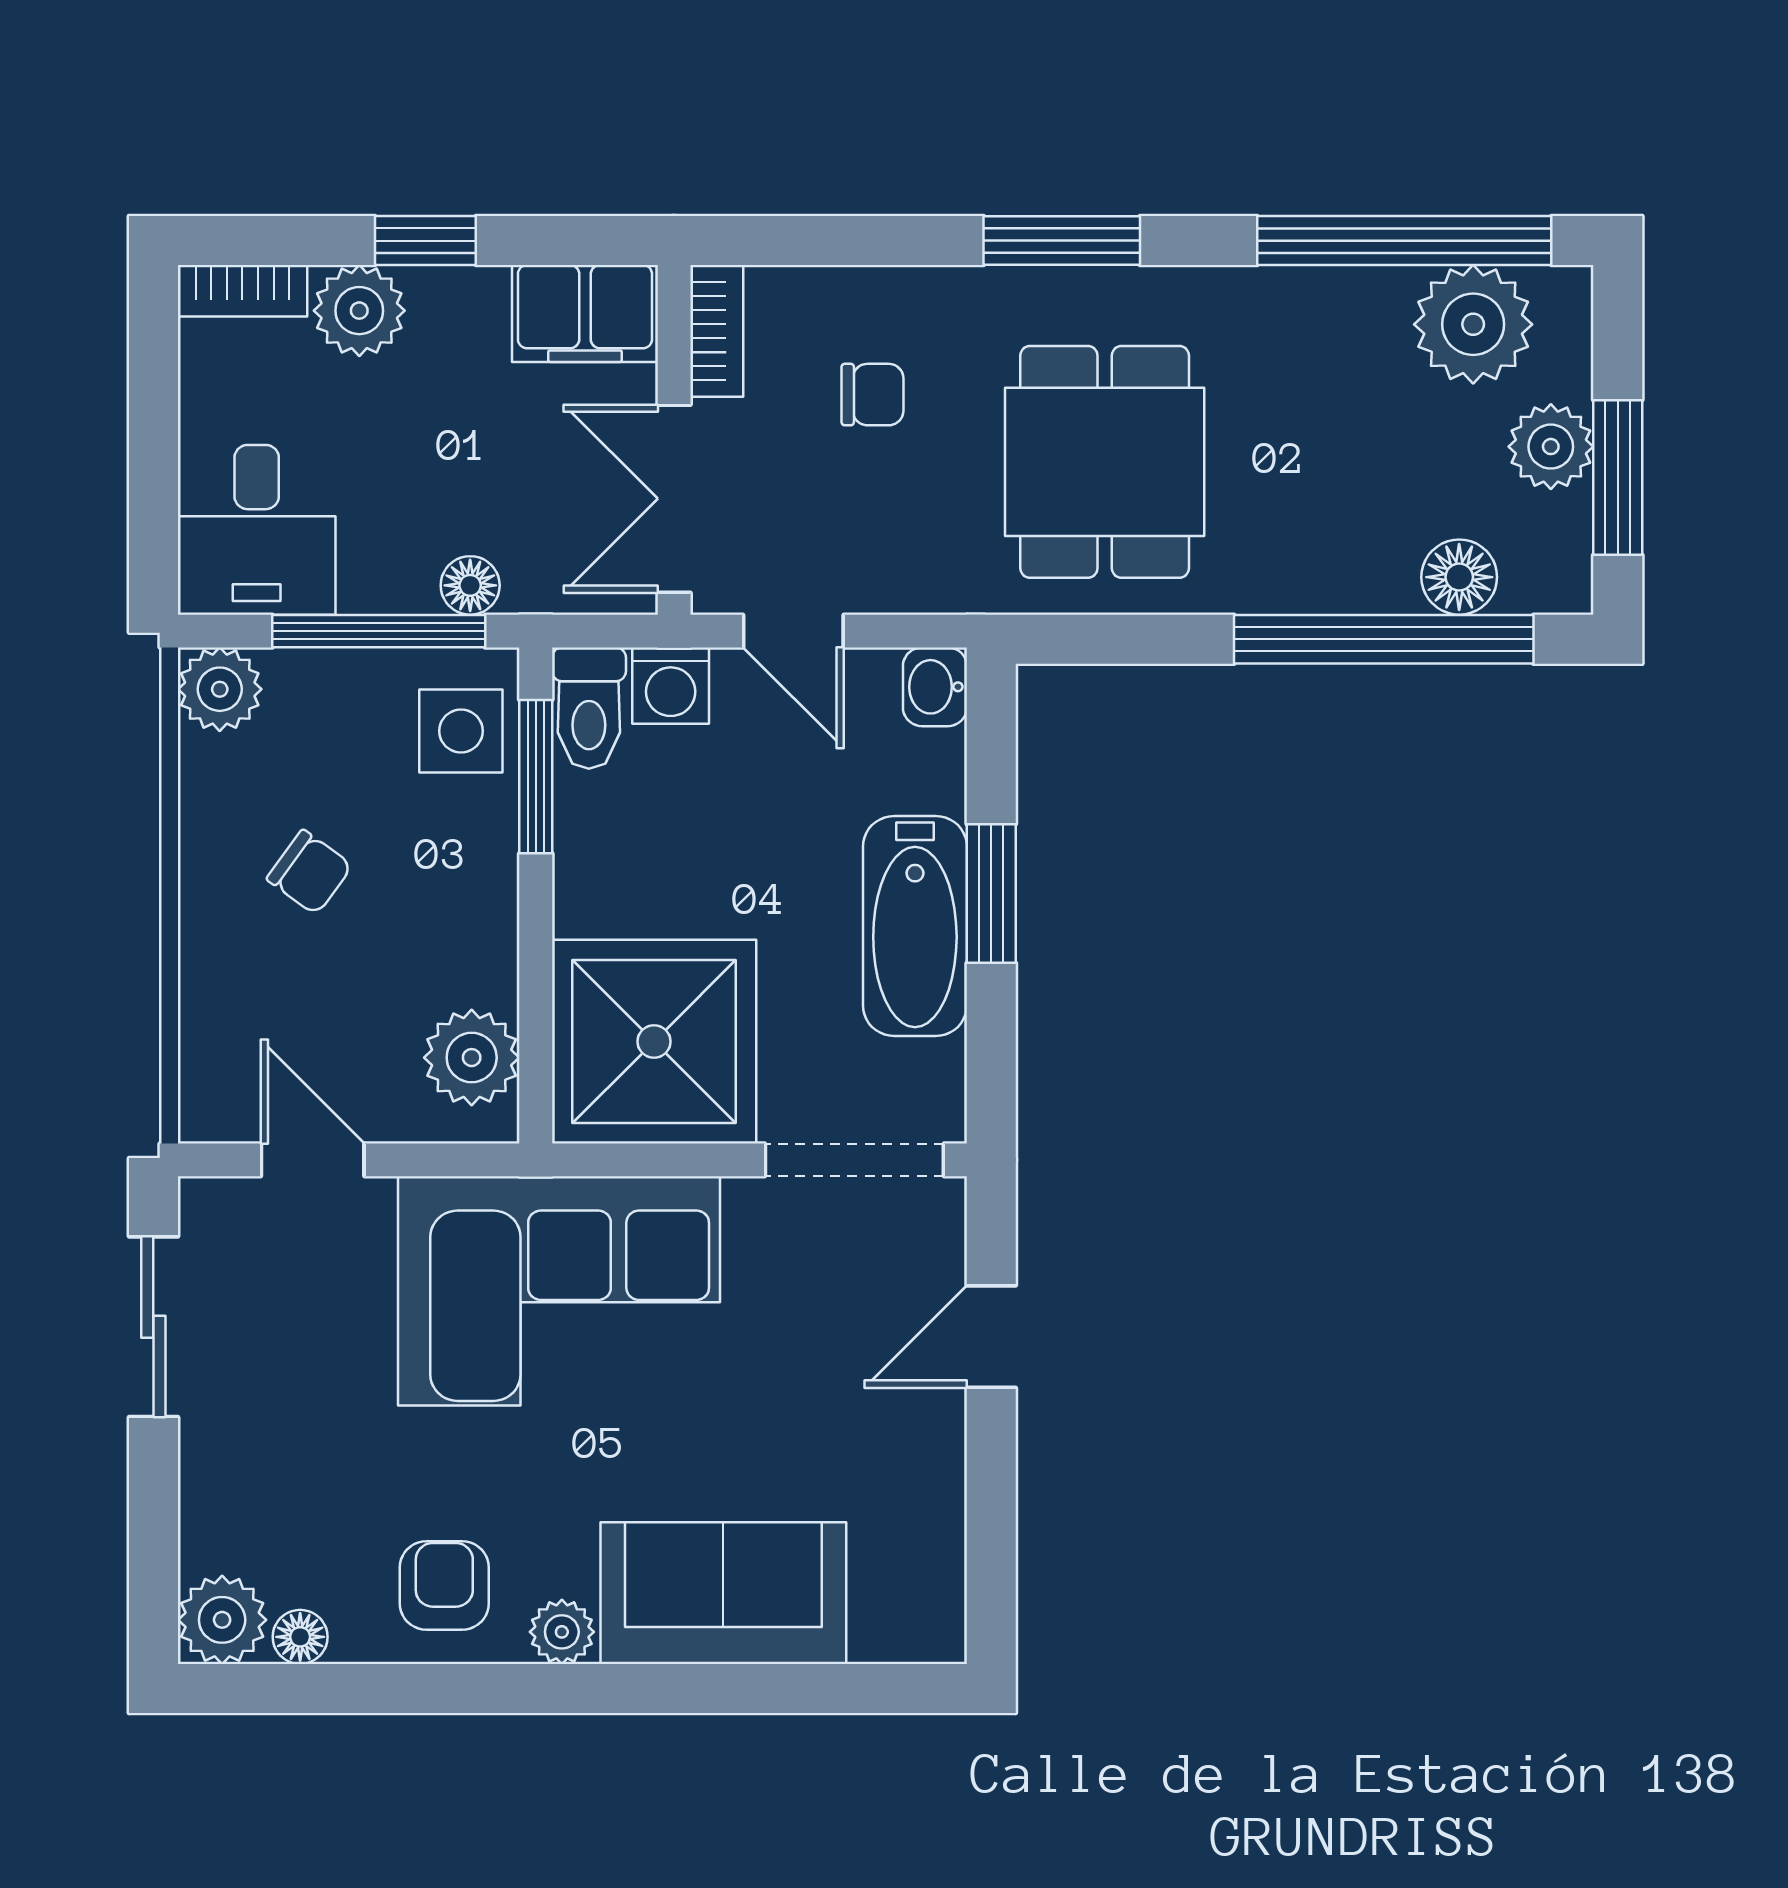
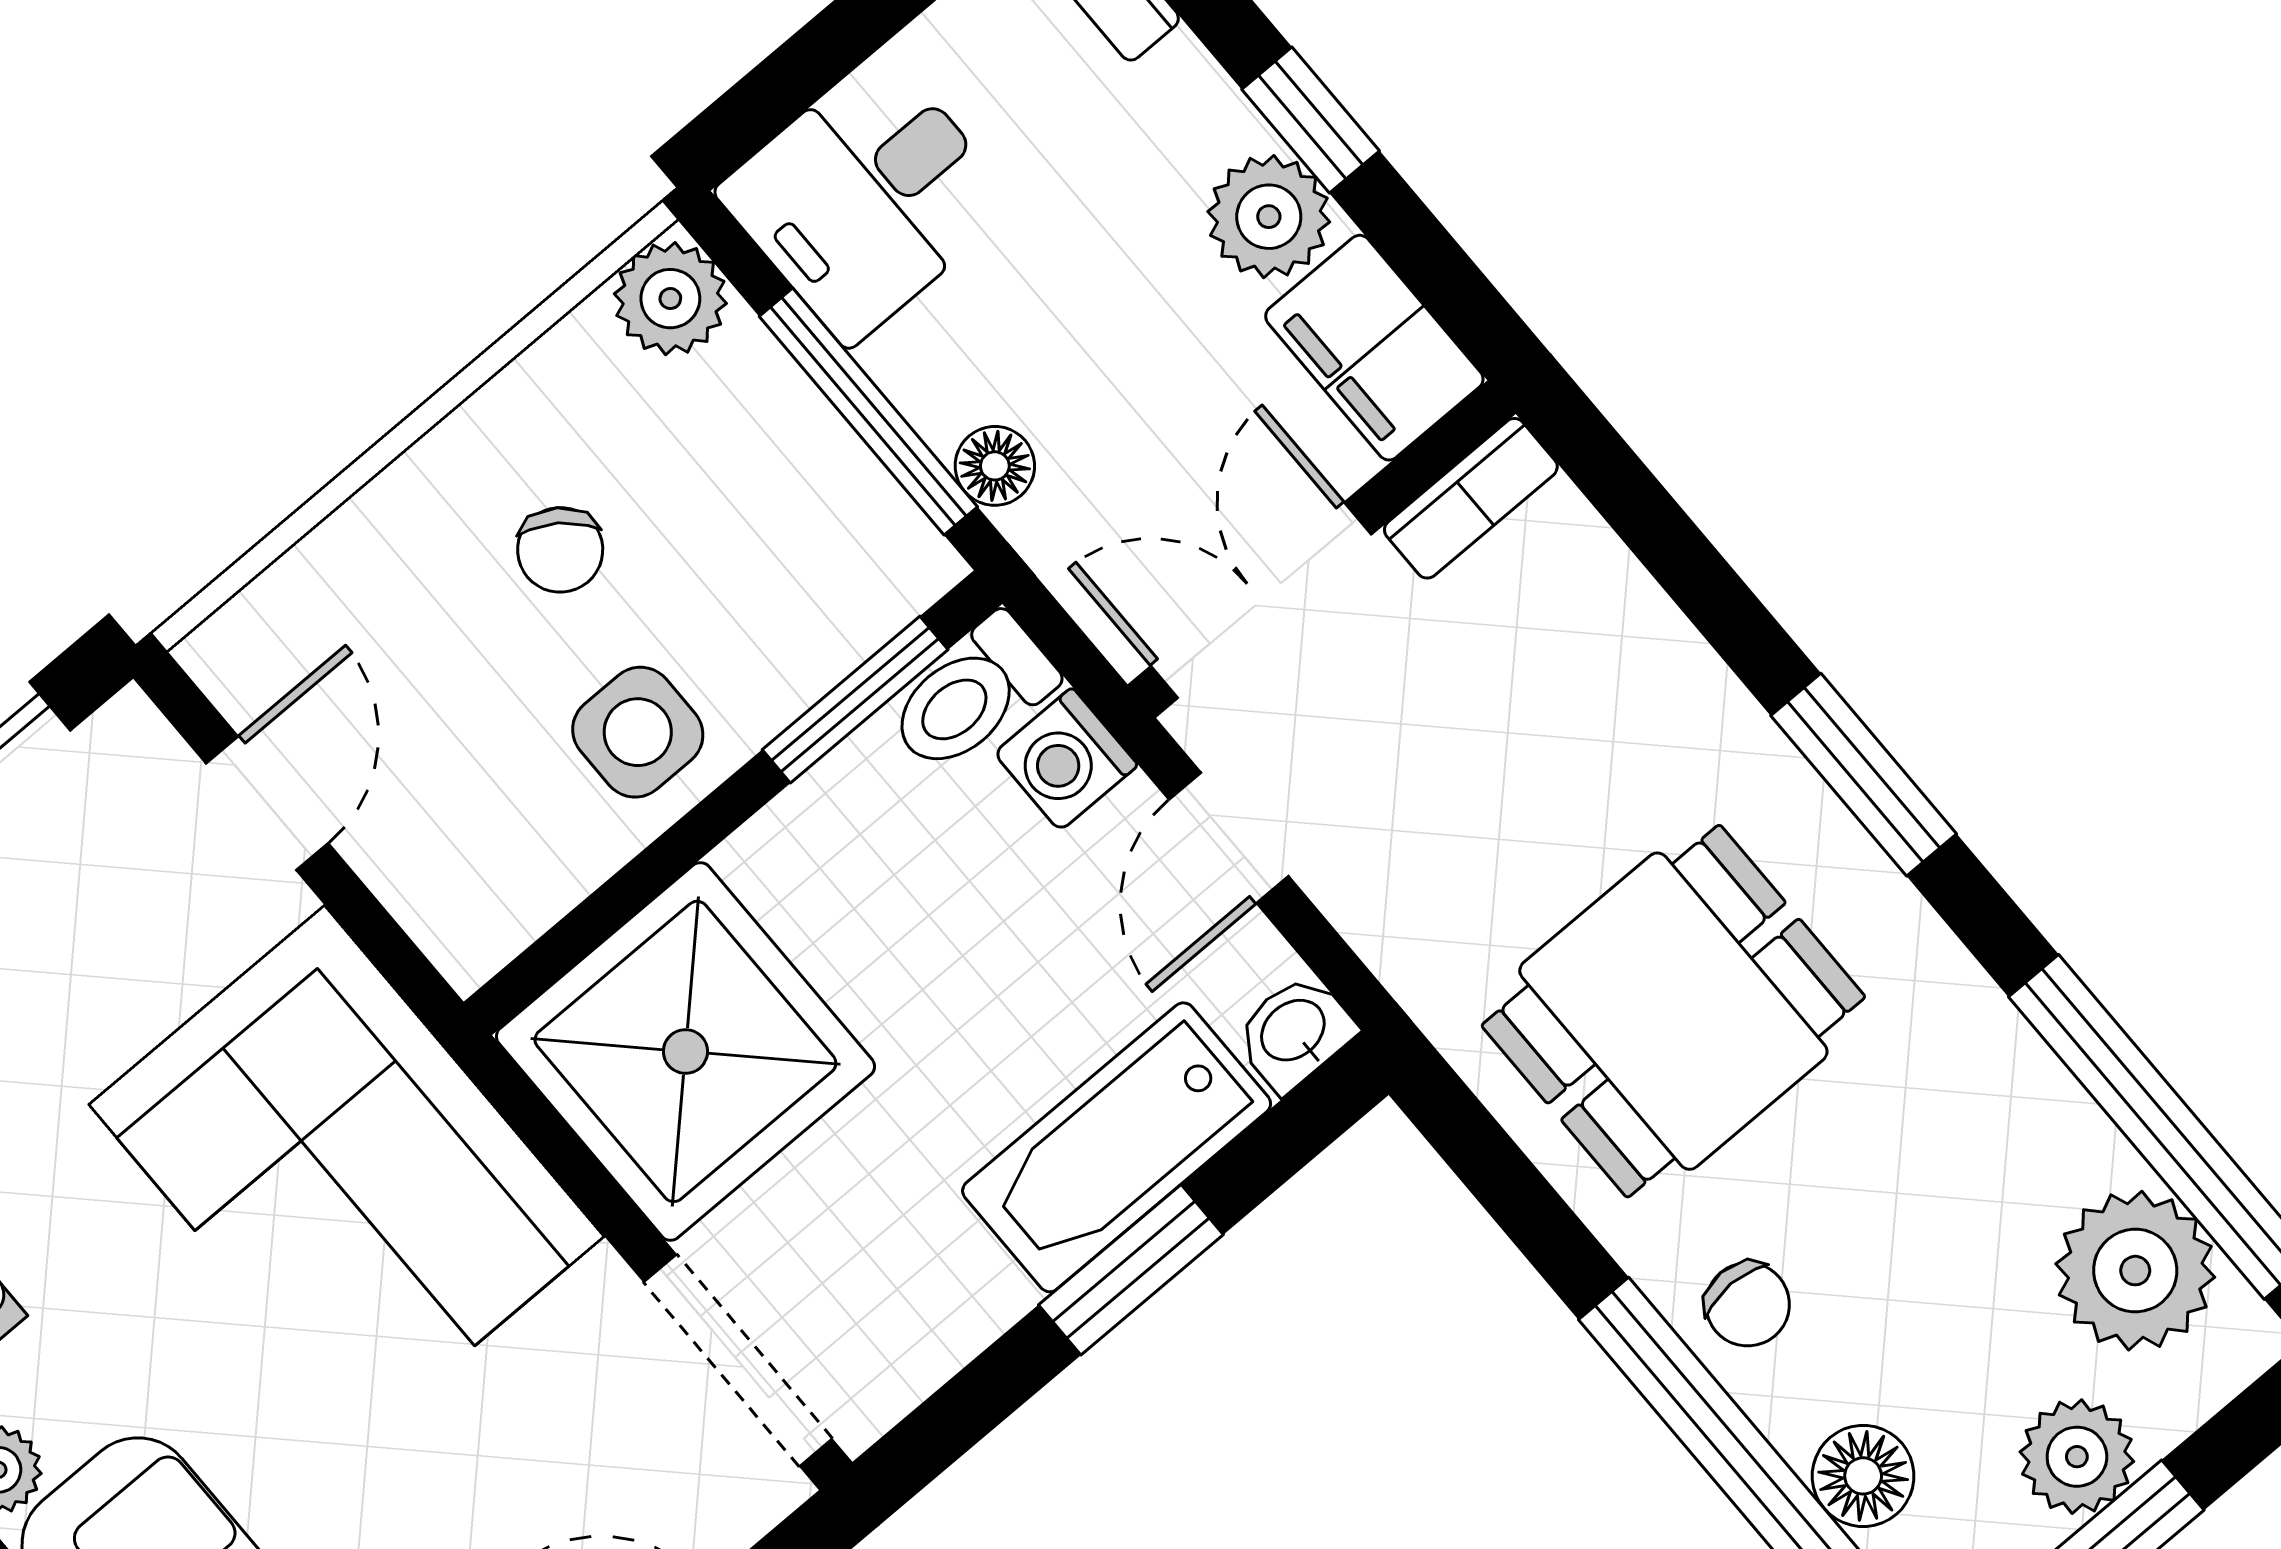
plant: (359, 311) -> (1269, 217), moved
chair: (872, 395) -> (1748, 1304), moved
side table: (461, 731) -> (638, 732), moved
bathtub: (915, 926) -> (1117, 1147), moved
plant: (472, 1058) -> (510, 878), removed

